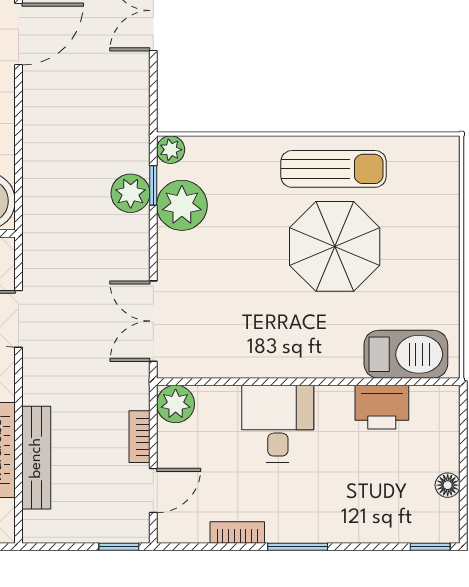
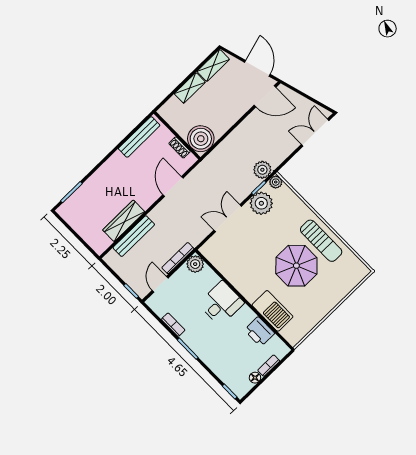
plant: (131, 193) -> (262, 170), moved
double door: (153, 321) -> (228, 218), moved
barbecue: (406, 354) -> (272, 311), moved
bookcase: (140, 437) -> (178, 258), width x1.56
bookcase: (450, 445) -> (269, 366), added
door: (153, 491) -> (160, 284), swing flipped

